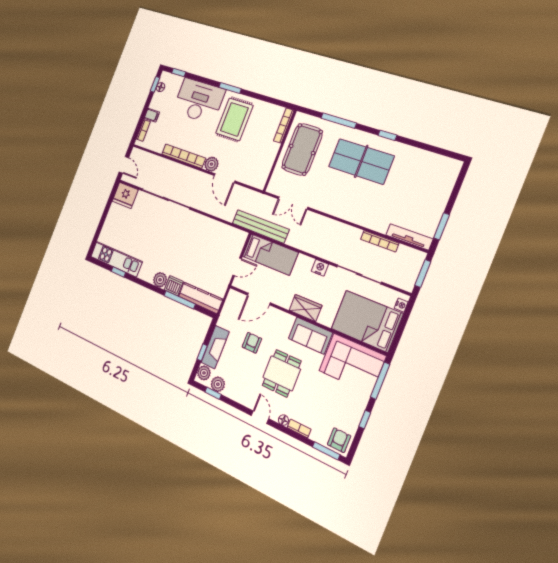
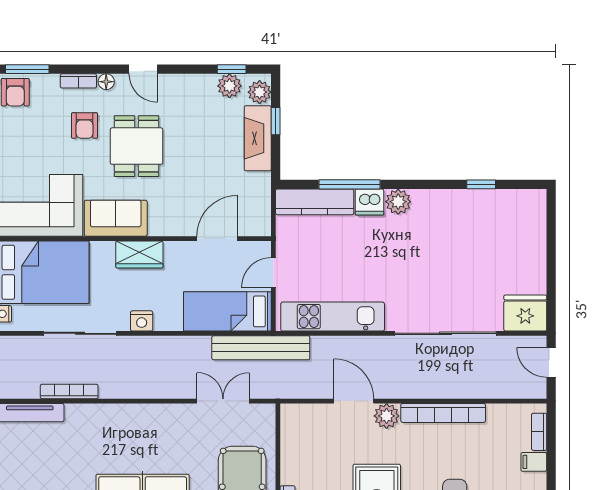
kitchen unit: (116, 259) -> (333, 317), moved, turned 180
armchair: (252, 343) -> (85, 126), moved

